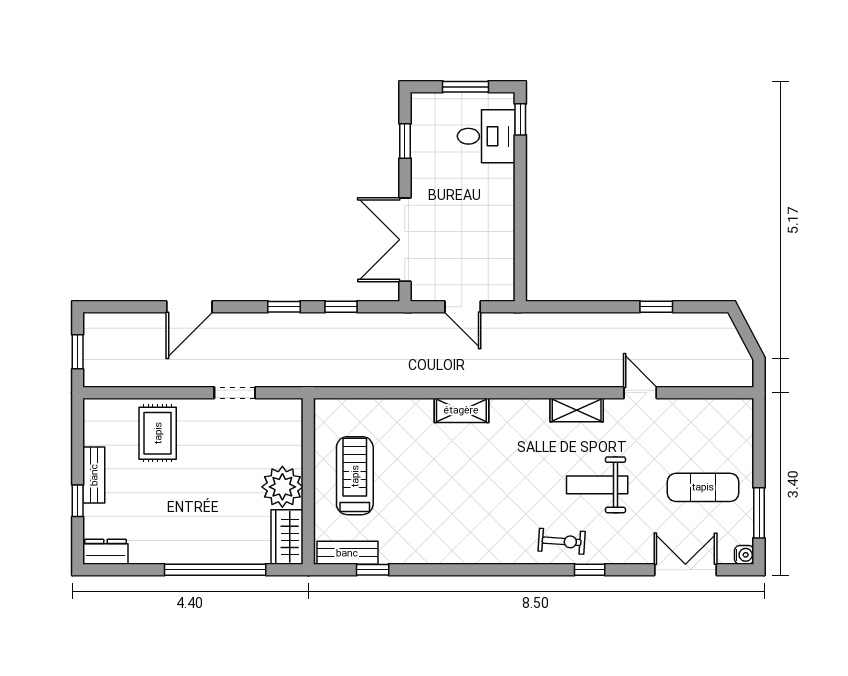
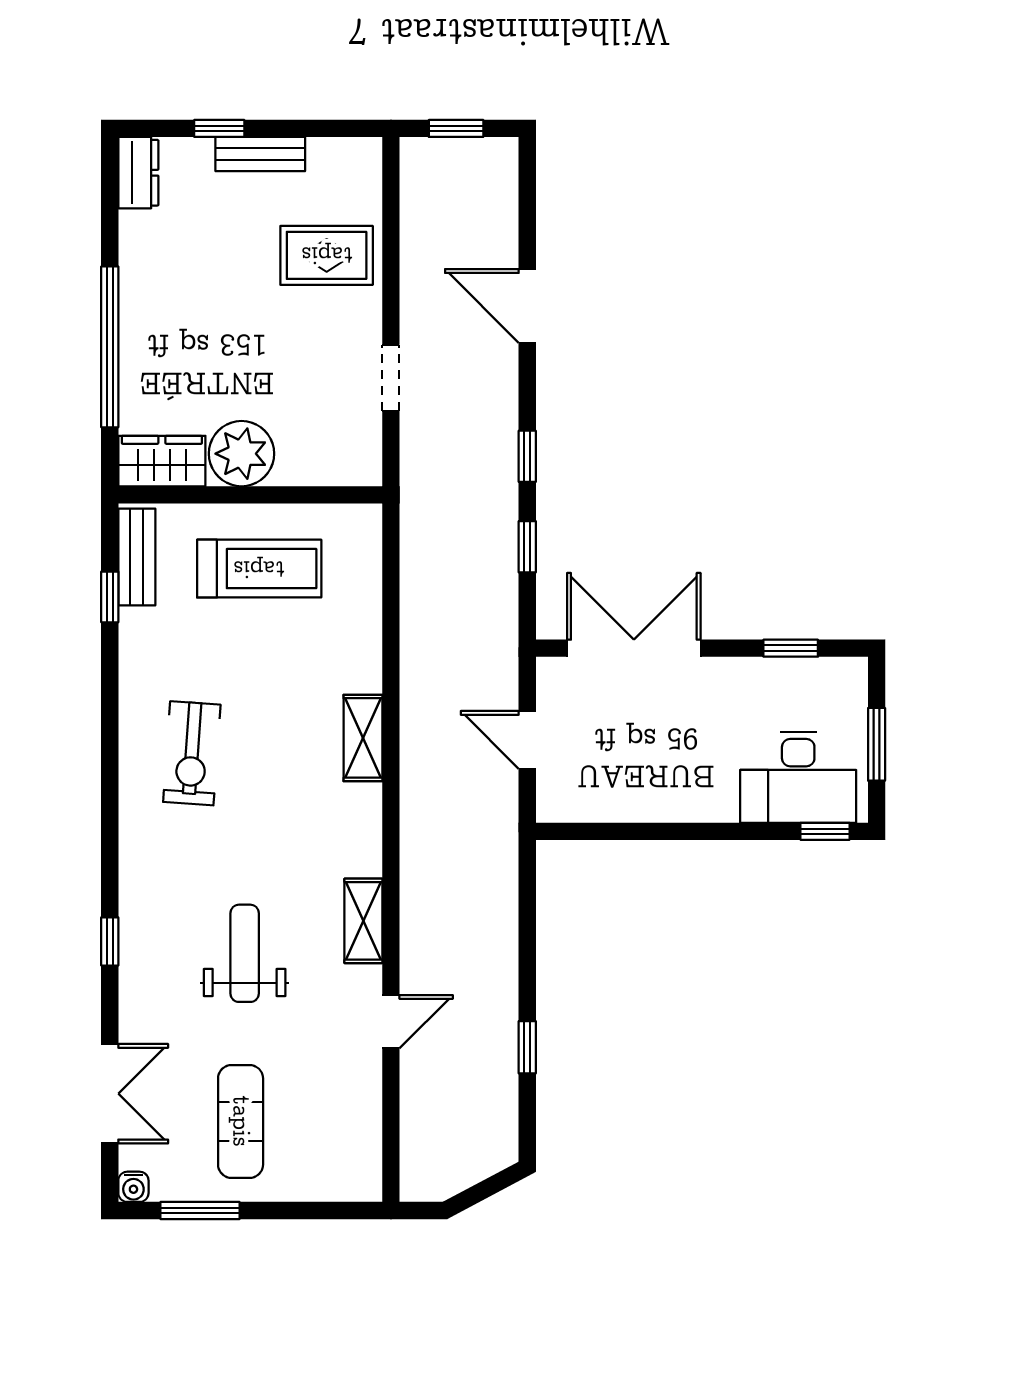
desk: (486, 136) -> (798, 777), width x1.37
door: (463, 307) -> (527, 740), hinge flipped
exercise bike: (562, 541) -> (192, 753), moved, width x1.38, depth x1.39

